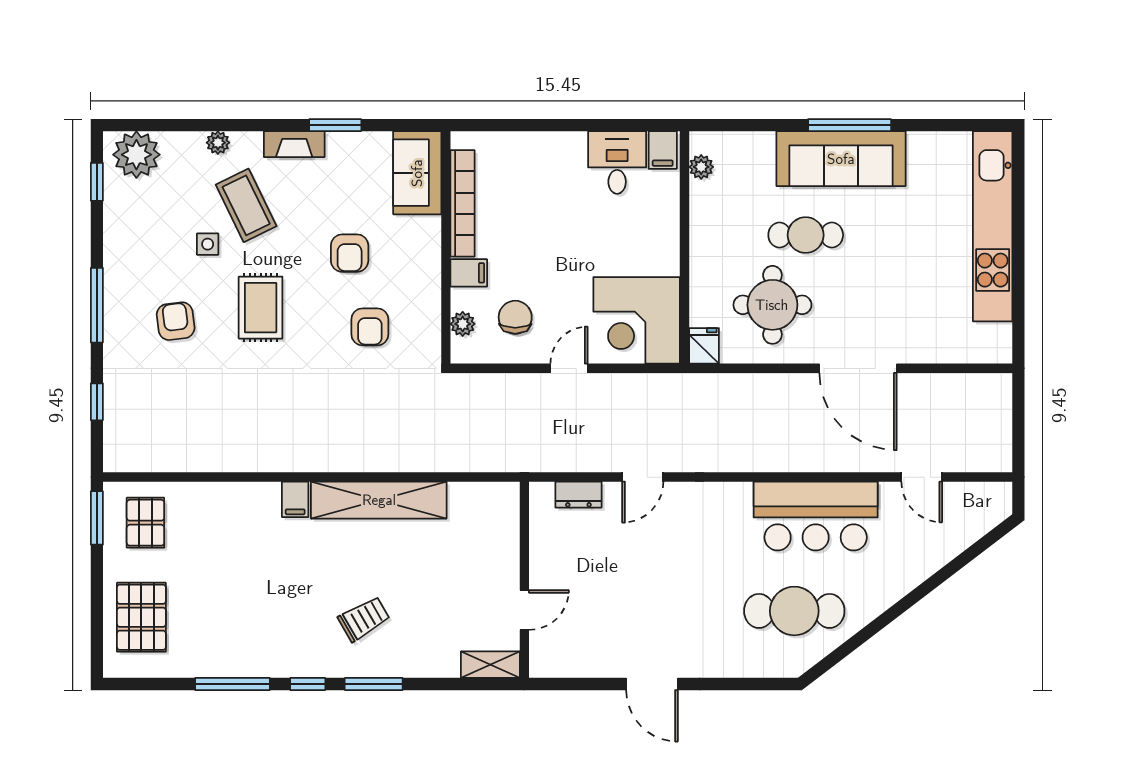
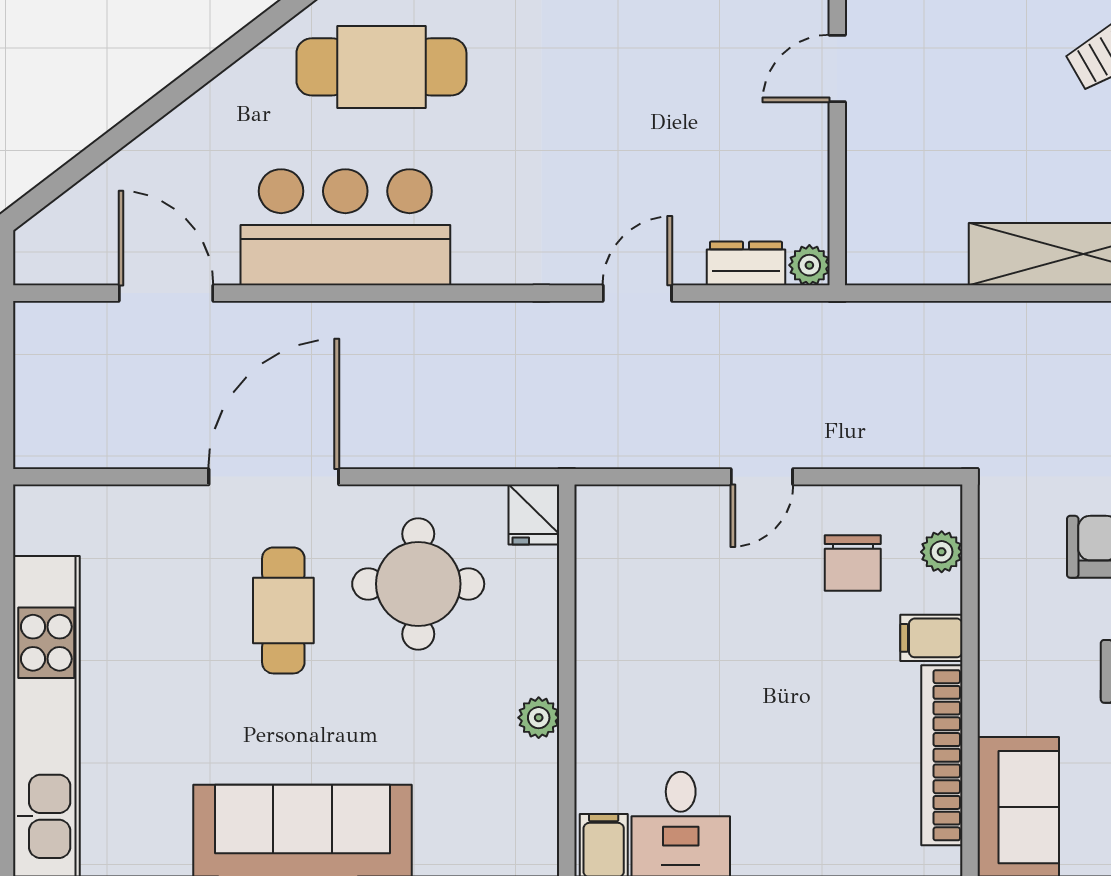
plant: (701, 167) -> (539, 718), moved
cafe table: (806, 235) -> (283, 610), moved, turned 90
corner desk: (637, 320) -> (648, 558), removed
door: (858, 368) -> (274, 477), hinge flipped
door: (922, 477) -> (166, 293), width x1.38
plant: (541, 494) -> (809, 265), added

